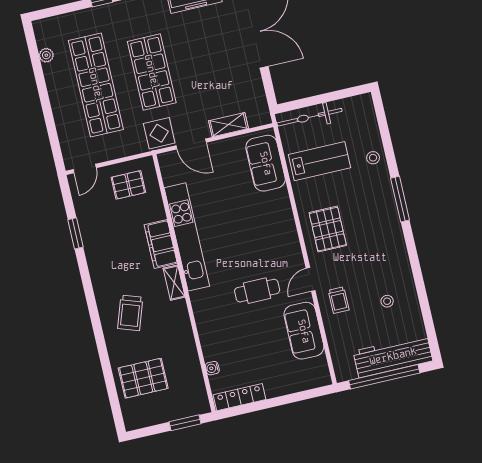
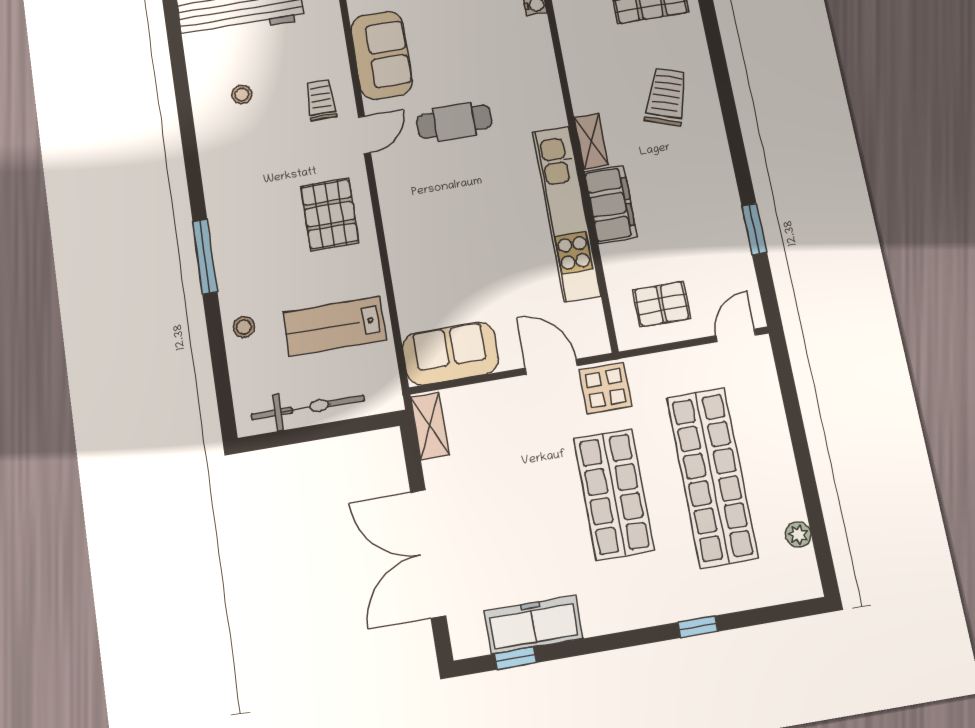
bicycle: (309, 117) -> (308, 408), moved
shelving: (228, 125) -> (430, 426), moved, turned 90
sofa: (266, 163) -> (451, 354), moved, turned -90

